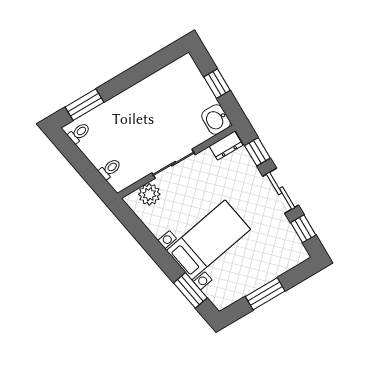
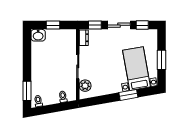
washbasin: (216, 119) -> (38, 35), moved
bed with nightstands: (208, 240) -> (137, 69), moved
window: (190, 290) -> (128, 95), moved

